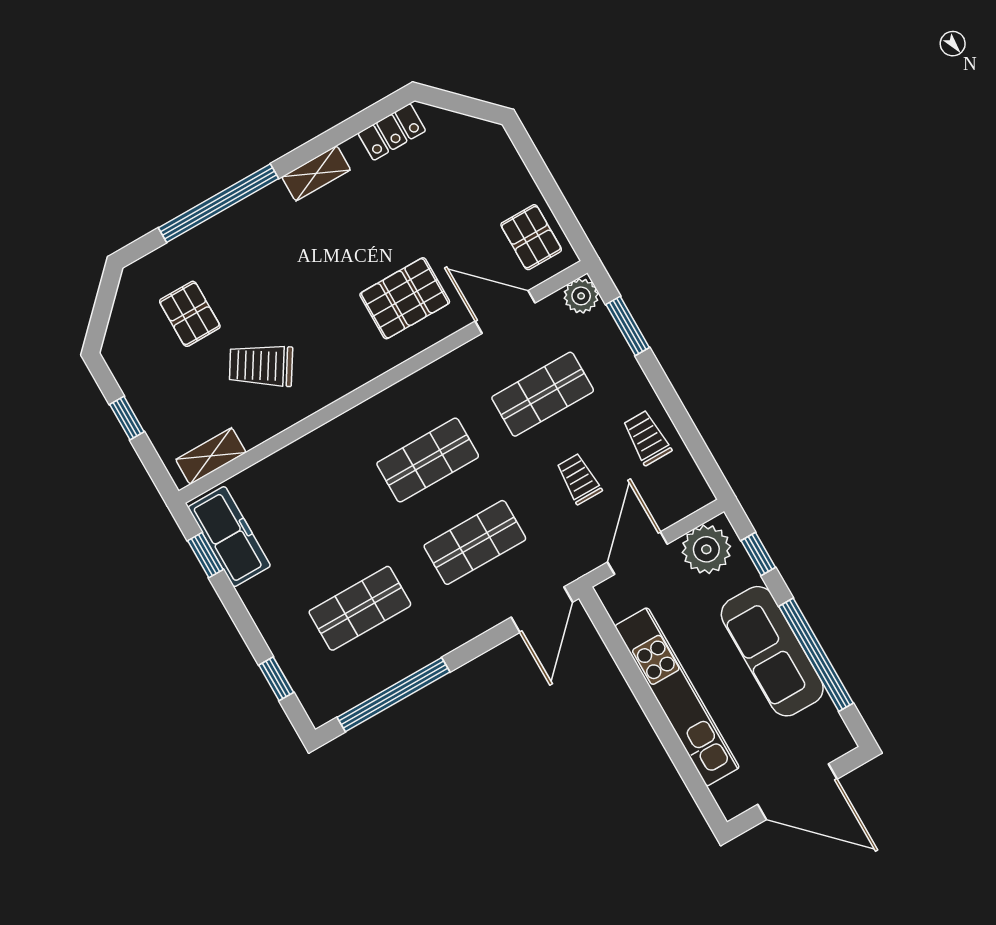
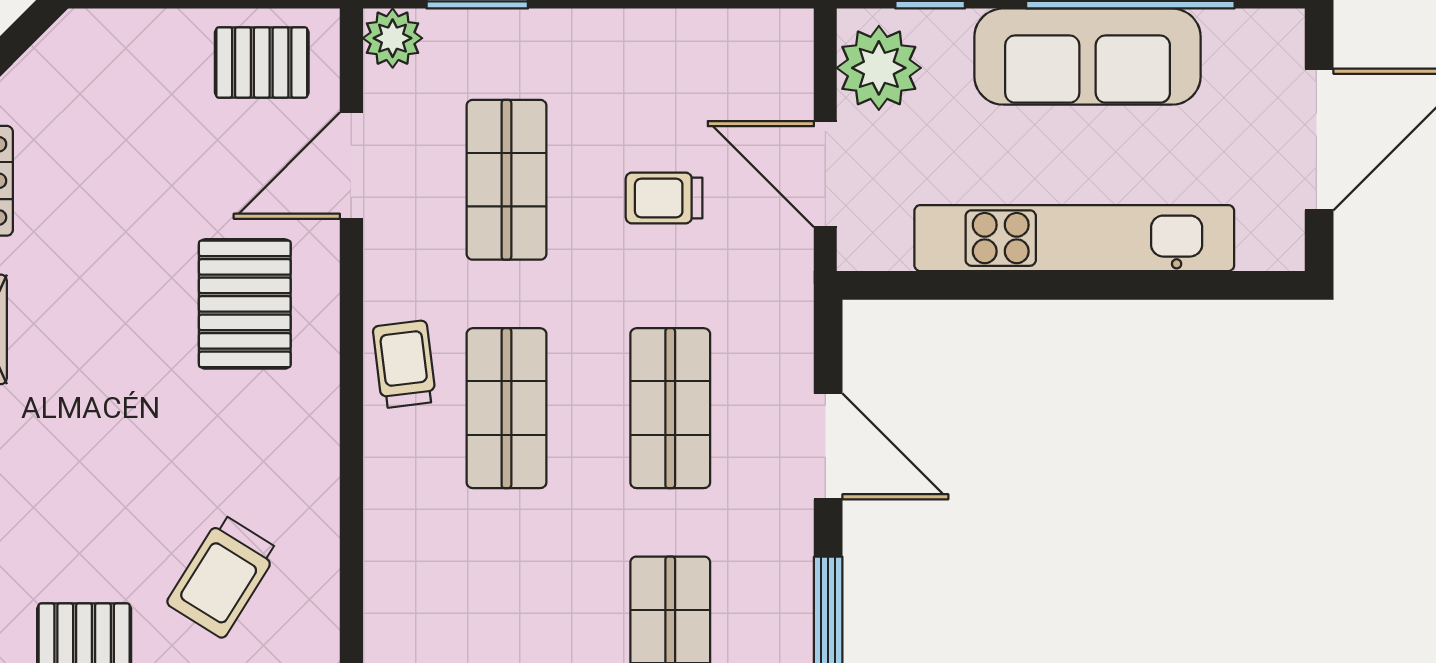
trolley: (647, 438) -> (404, 364), moved, turned 83
door: (542, 610) -> (828, 446), moved

